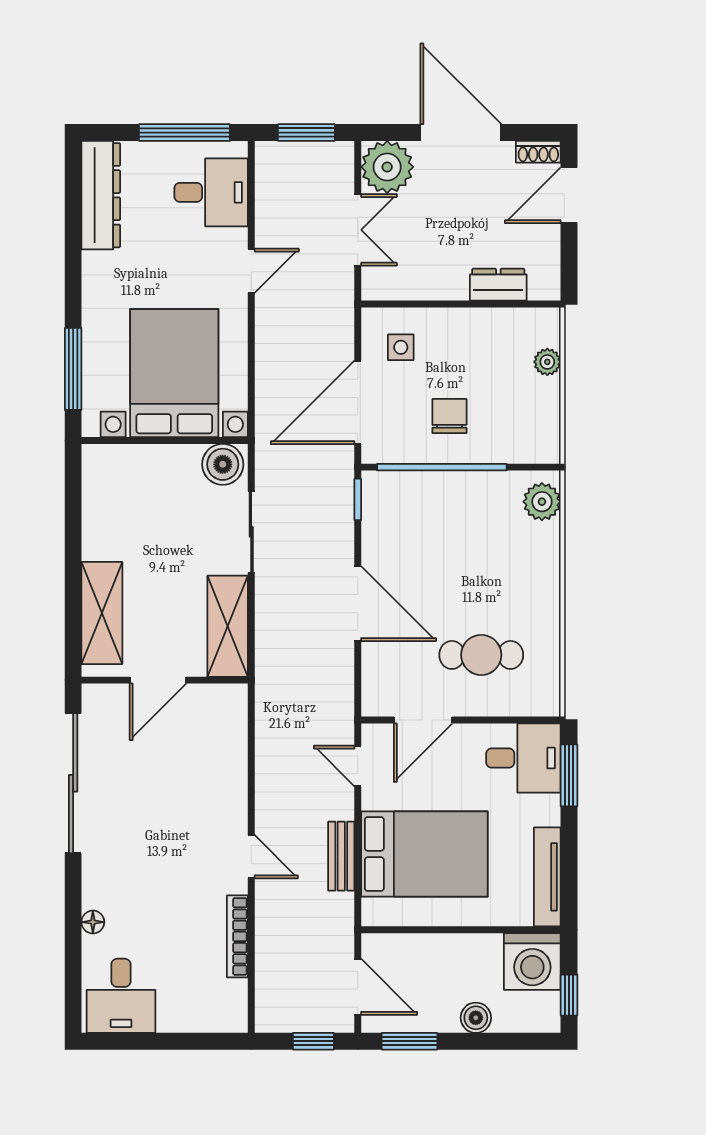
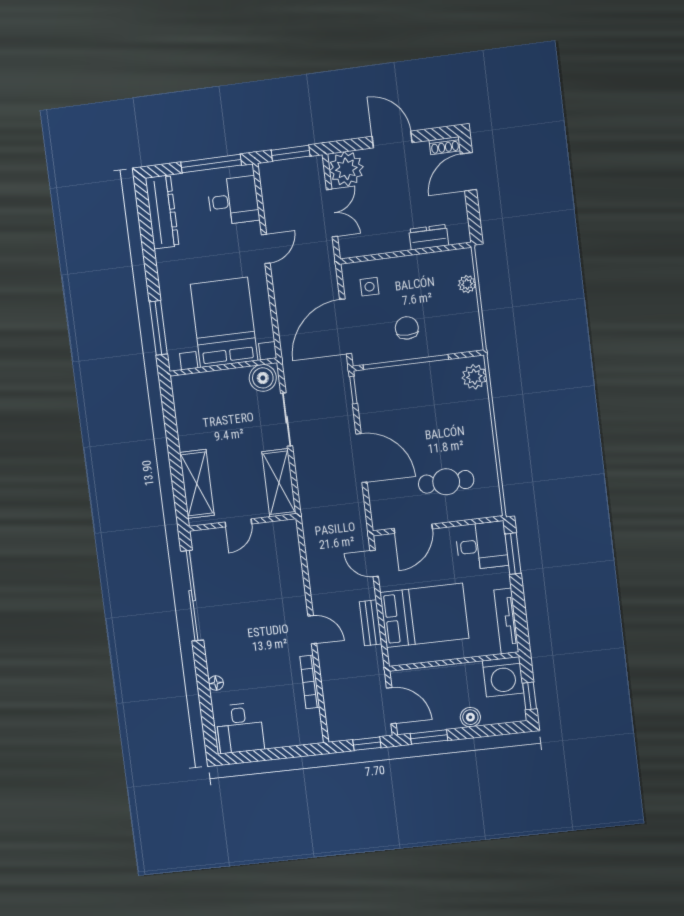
door: (461, 133) -> (392, 140), width x0.73
door: (158, 680) -> (238, 523), width x0.73

